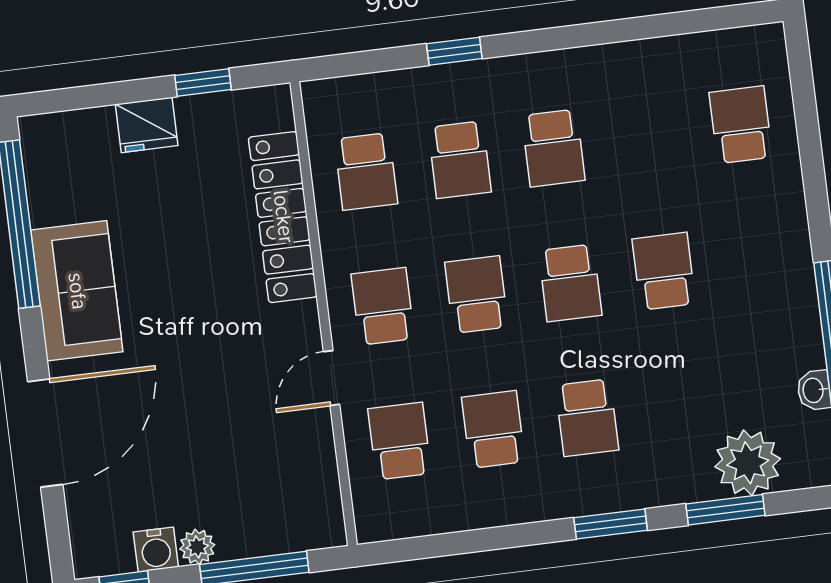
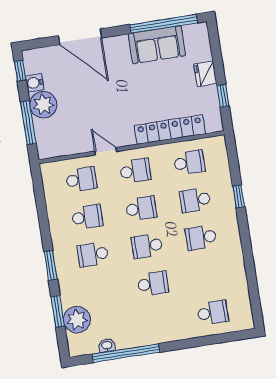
school desk: (366, 171) -> (189, 162), turned 180
sofa: (77, 291) -> (157, 45), moved
plant: (197, 547) -> (43, 105), width x1.87, depth x1.87

